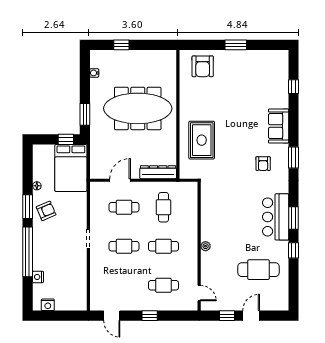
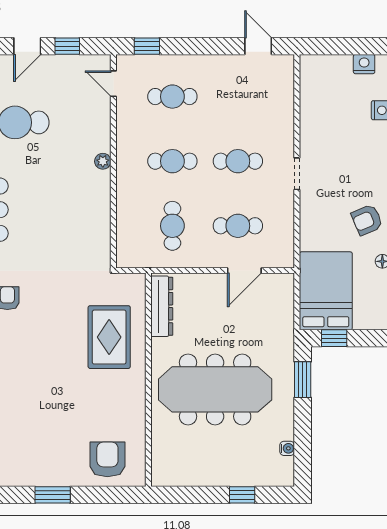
dresser: (158, 172) -> (162, 306), moved, turned -90
window: (150, 316) -> (147, 46), moved

